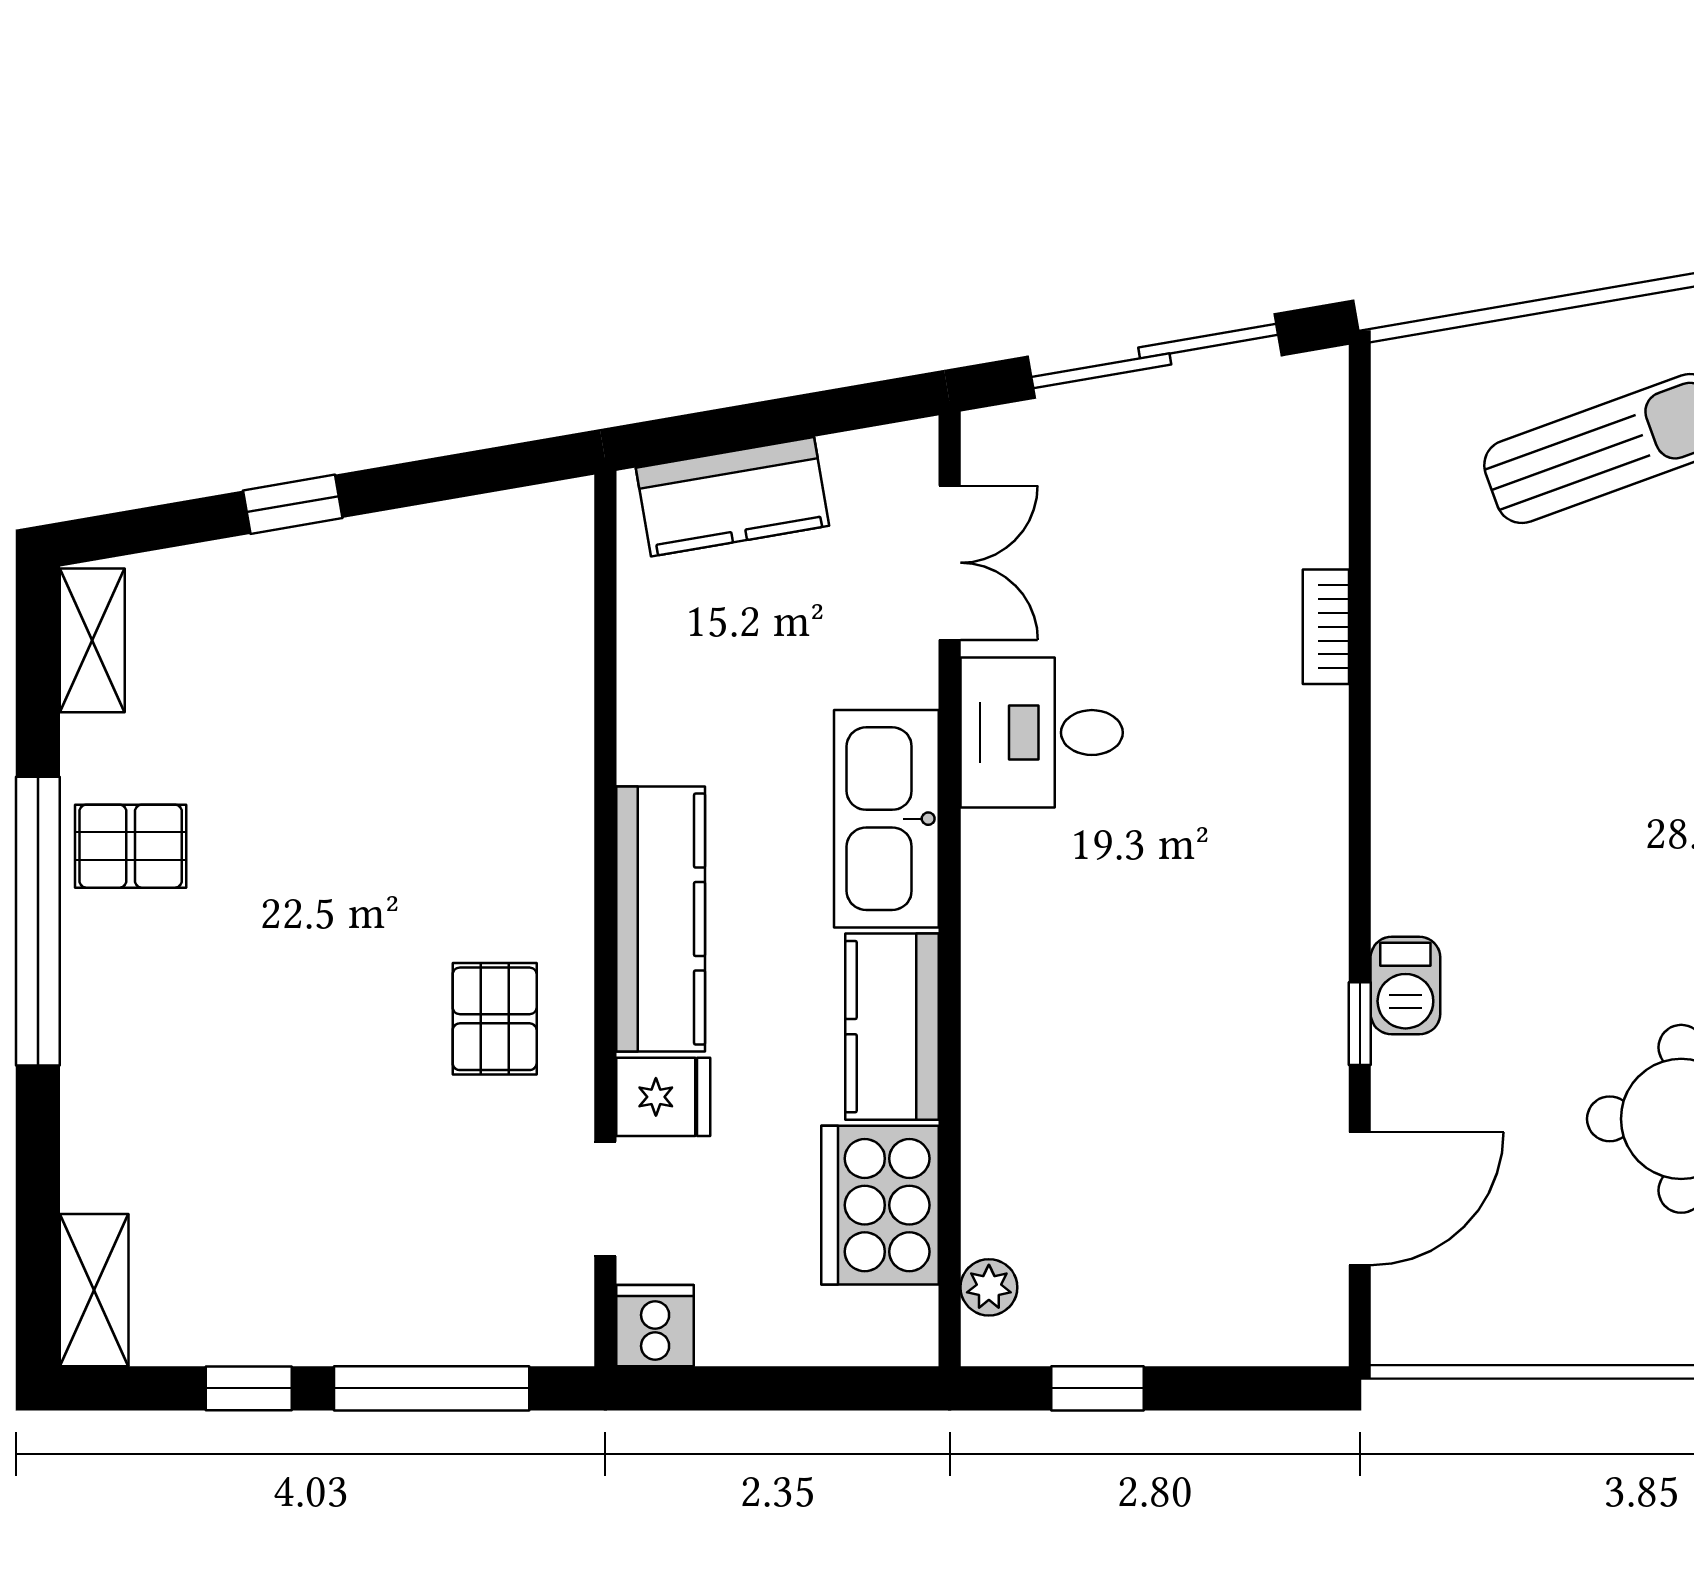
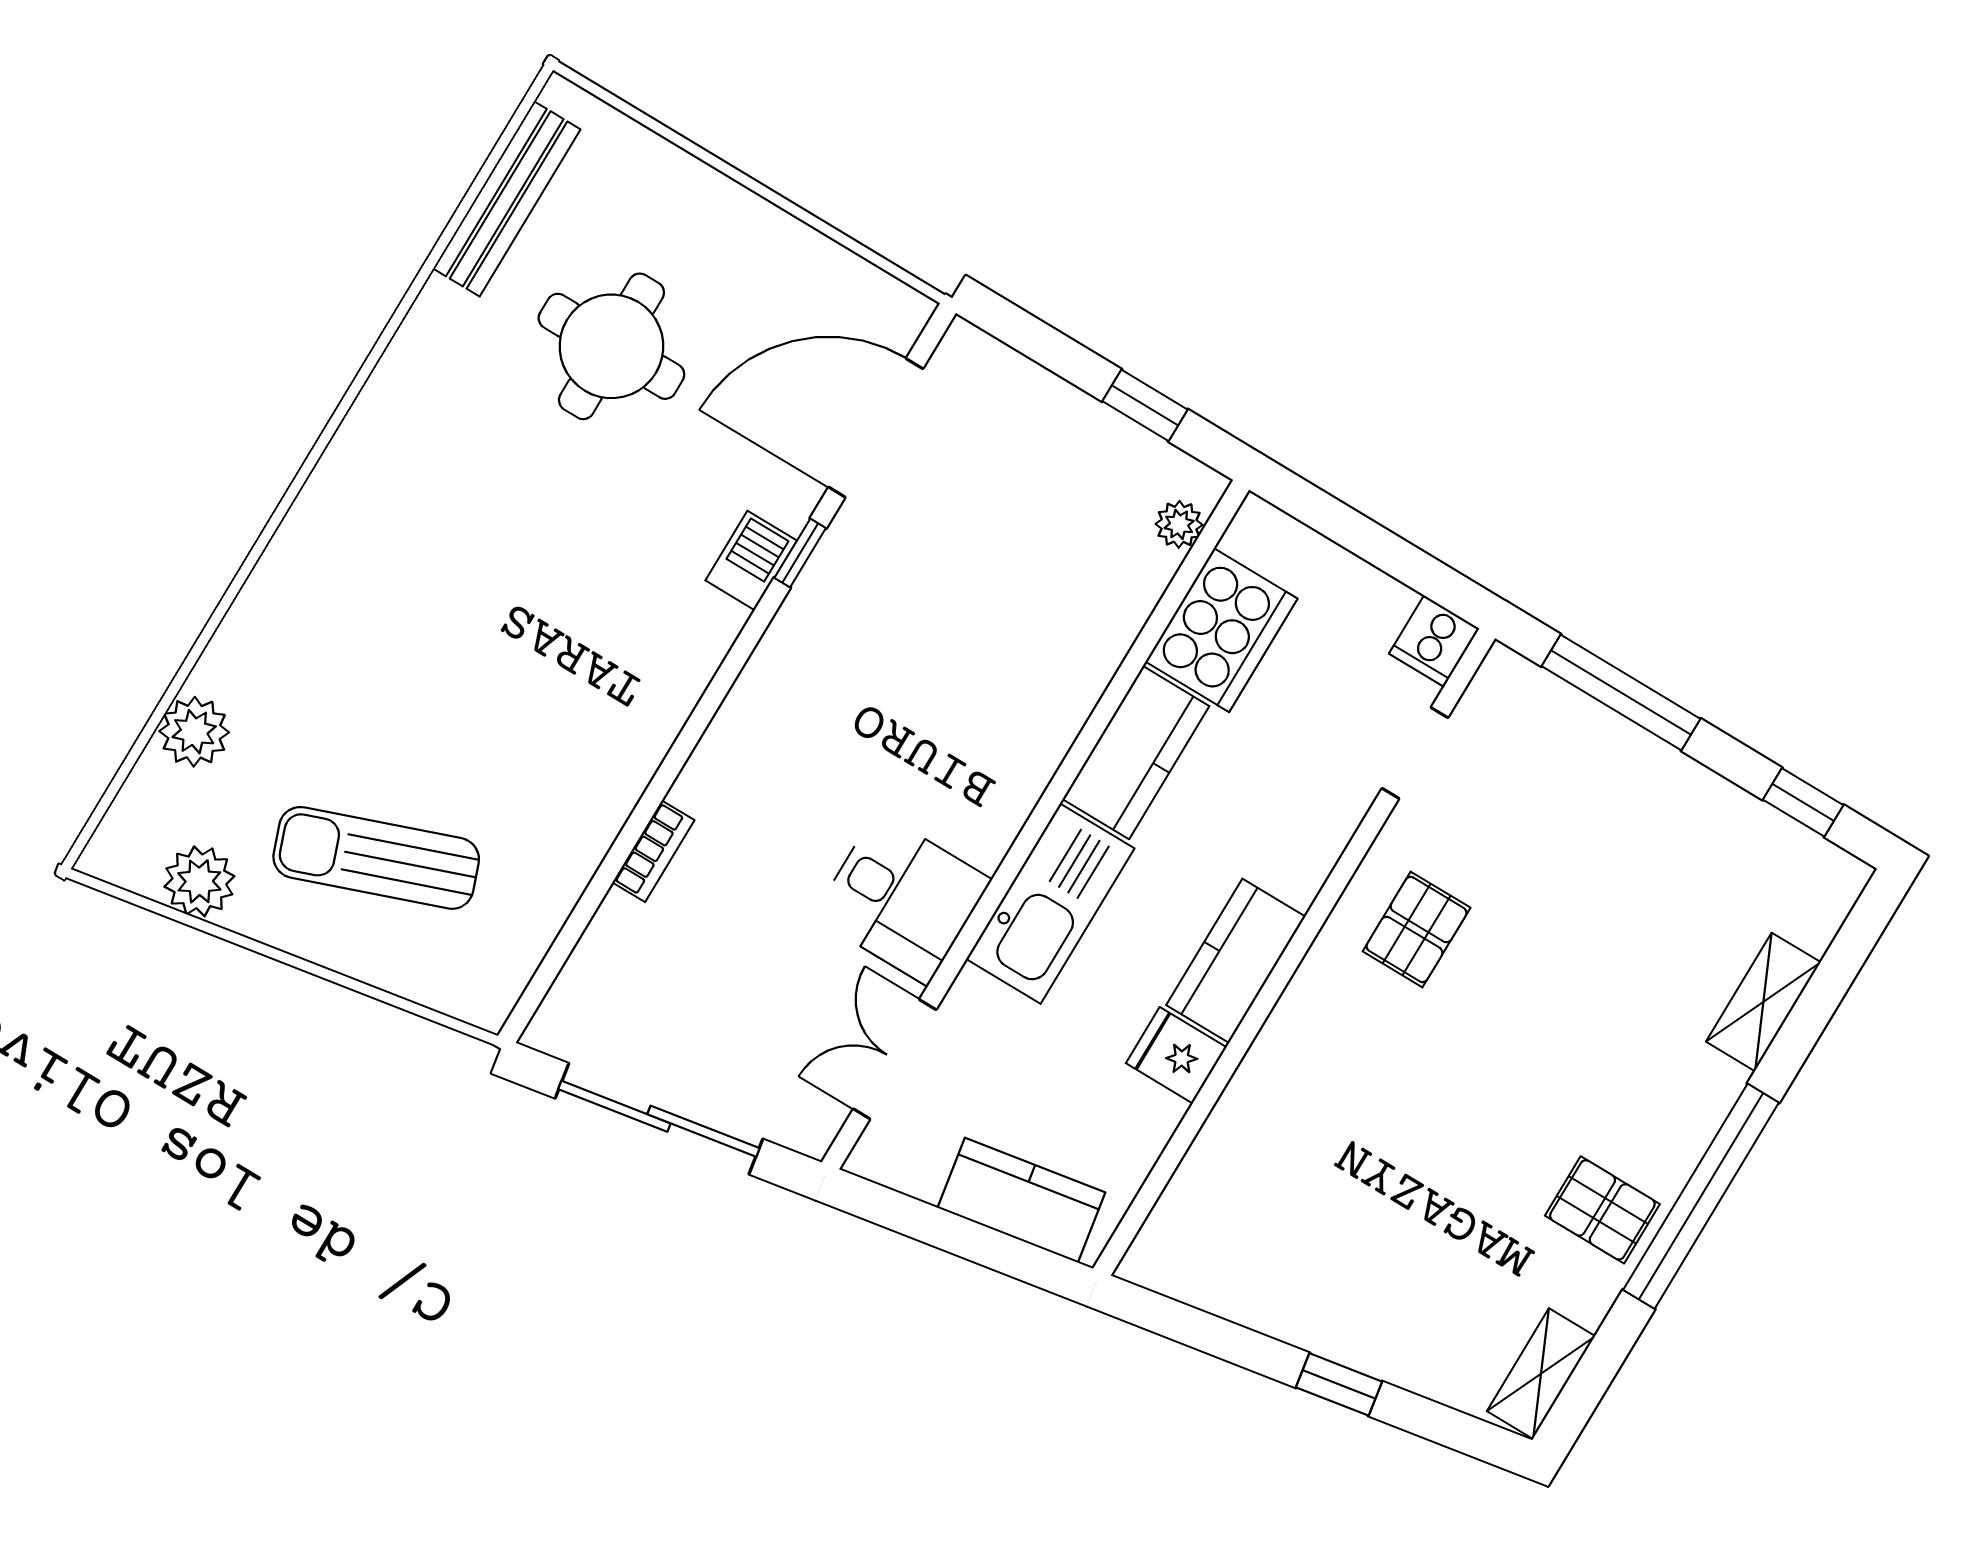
kitchen counter: (661, 919) -> (1236, 961), width x0.67
fridge: (663, 1097) -> (1176, 1055), moved
door: (1360, 1199) -> (876, 428), width x1.36
shelving: (94, 1290) -> (1763, 1002), moved
window: (249, 1388) -> (1803, 802), moved

